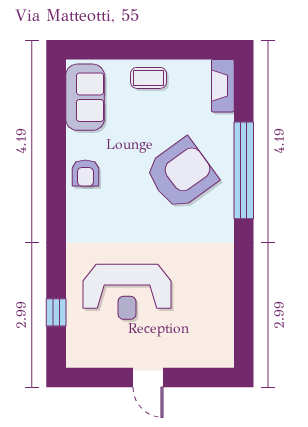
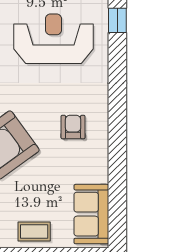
armchair: (85, 173) -> (73, 127), moved

